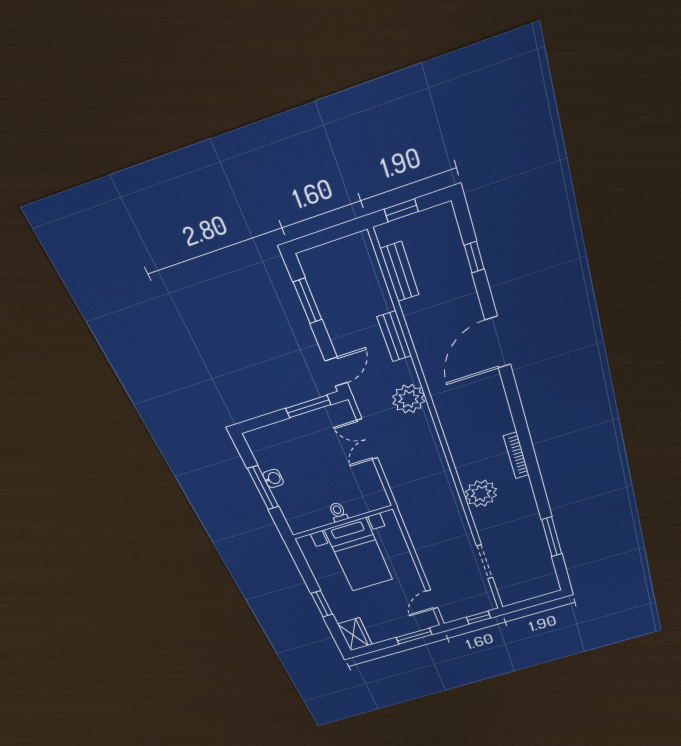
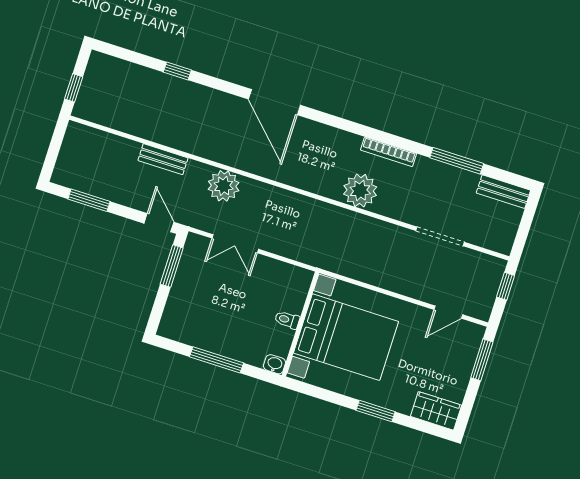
window: (474, 257) -> (177, 71), moved
bench: (400, 272) -> (503, 192), moved
door: (498, 342) -> (274, 102), moved
bookcase: (516, 455) -> (389, 152), moved
washbasin: (273, 478) -> (275, 364), moved
bed with nightstands: (359, 555) -> (346, 337), width x1.36
door: (432, 599) -> (448, 312), hinge flipped

